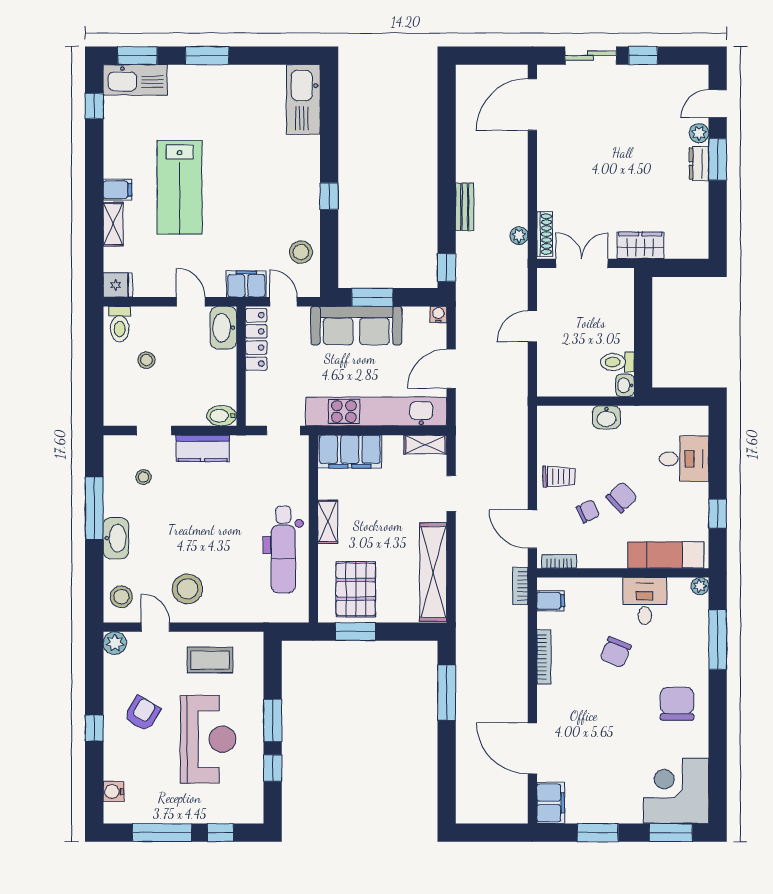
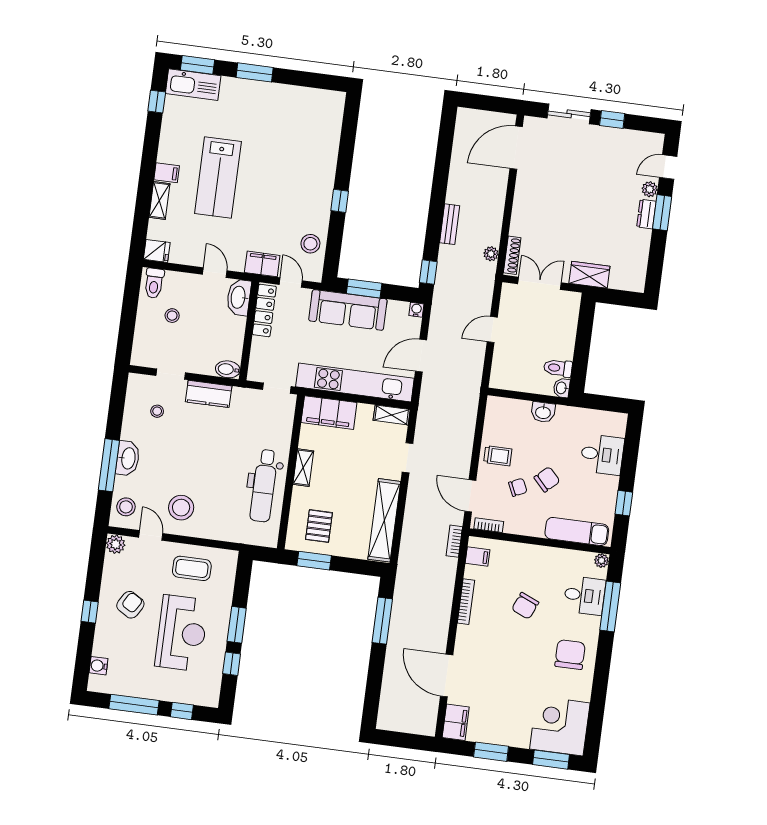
kitchen sink: (303, 99) -> (329, 119), removed
window: (94, 508) -> (109, 465), moved
pallet: (356, 589) -> (319, 526), width x0.67, depth x0.71
desk: (645, 601) -> (584, 595), moved, turned 90

